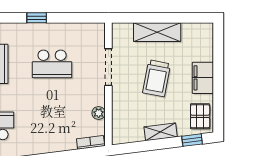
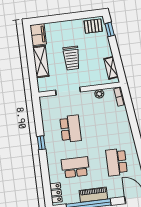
trolley: (157, 78) -> (71, 58), turned 79
filing cabinet: (203, 78) -> (38, 35), moved, turned -90
shelving: (161, 132) -> (111, 68), moved

